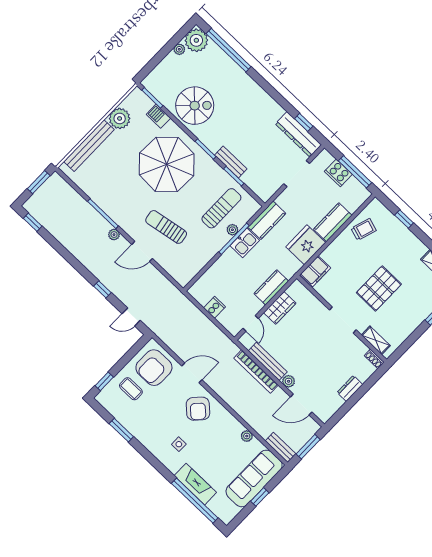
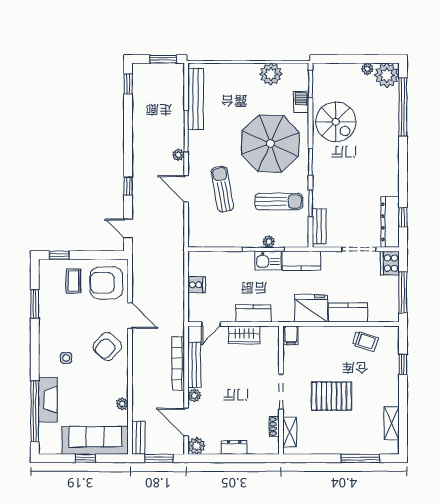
bench: (89, 146) -> (196, 99), moved, turned 90
bench: (231, 162) -> (319, 226), moved
cooker: (338, 173) -> (390, 263), moved
sun lounger: (221, 208) -> (279, 202), moved
filing cabinet: (315, 271) -> (291, 335), width x0.50
shoe rack: (374, 359) -> (274, 426), moved
plant: (324, 413) -> (197, 446), added

